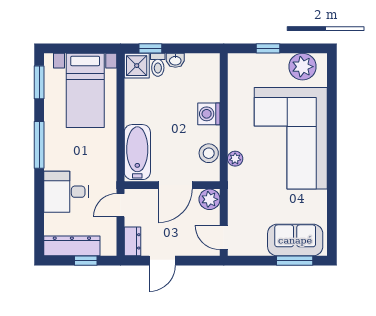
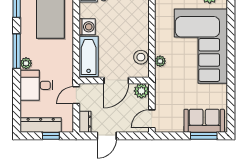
washing machine: (209, 114) -> (87, 27), moved, turned 180
plant: (52, 162) -> (26, 63), added
door: (224, 237) -> (152, 119), hinge flipped

